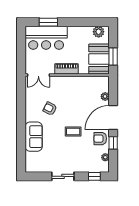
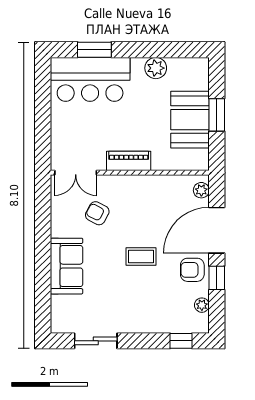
plant: (99, 32) -> (156, 68), moved
piano: (67, 69) -> (129, 161), moved
double door: (38, 75) -> (76, 173), moved
wall: (67, 75) -> (130, 173), moved
sliding door: (63, 176) -> (96, 341), moved

